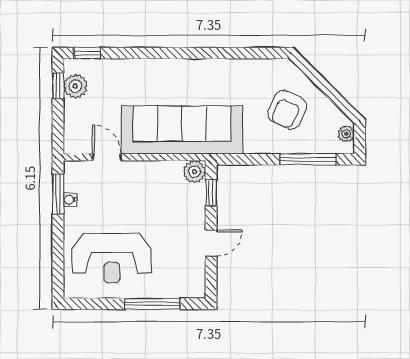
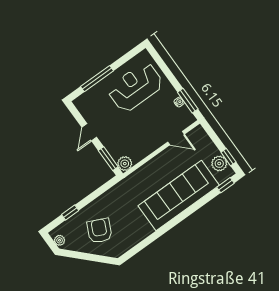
sofa: (182, 130) -> (179, 196), moved, turned 180
window: (308, 159) -> (70, 213), width x0.46
window: (211, 193) -> (108, 159), width x1.50

